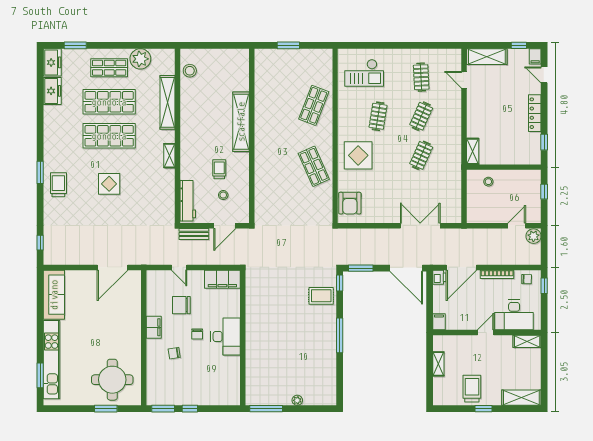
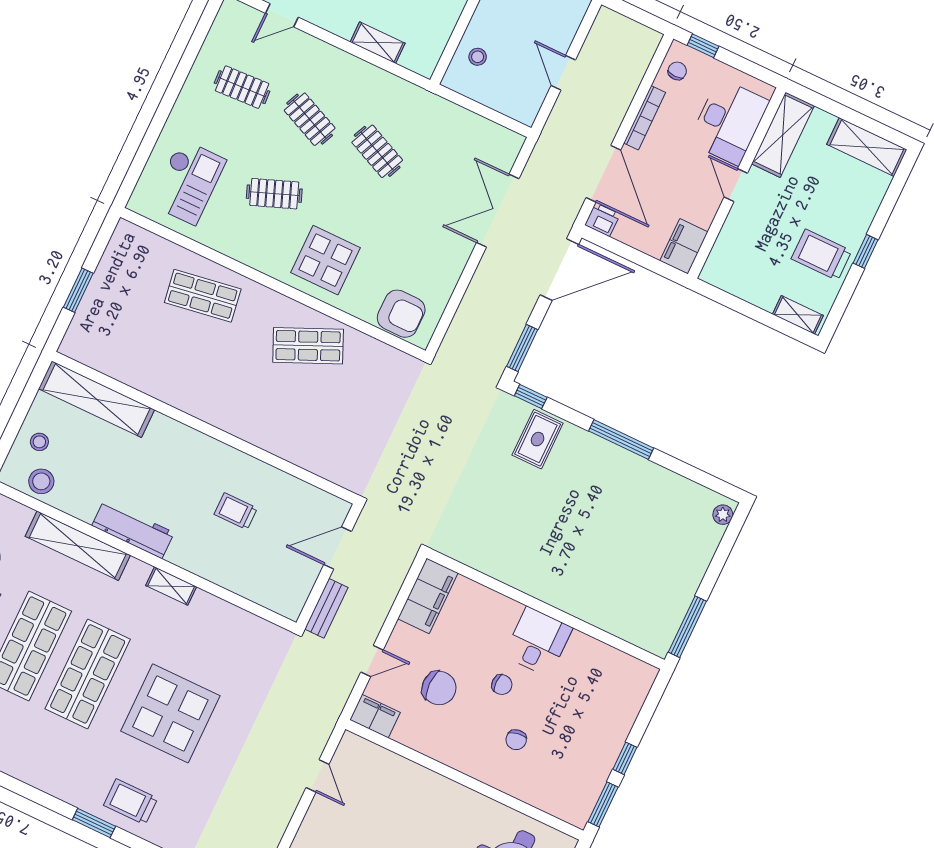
shop shelf: (314, 105) -> (203, 296), turned -30
clothes rail: (378, 116) -> (274, 194), turned -30
shelving: (241, 122) -> (97, 399), moved
shelving: (473, 151) -> (378, 43), moved
display table: (109, 184) -> (170, 713), width x1.86, depth x1.86
stool: (223, 195) -> (39, 442), moved
workbench: (188, 201) -> (133, 529), moved
door: (225, 226) -> (338, 548), swing flipped
door: (517, 226) -> (563, 73), moved
plant: (533, 236) -> (609, 24), removed
door: (113, 267) -> (318, 776), width x0.53
chair: (181, 305) -> (439, 688), turned -90
filing cabinet: (439, 322) -> (684, 246), width x2.00
filing cabinet: (154, 327) -> (375, 716), moved
desk: (225, 336) -> (538, 642), width x0.73
shelving: (527, 341) -> (783, 135), width x1.50, depth x1.33
shelving: (438, 364) -> (798, 315), moved
shelving: (521, 398) -> (867, 147), moved, turned 90
plant: (297, 400) -> (723, 515), moved

